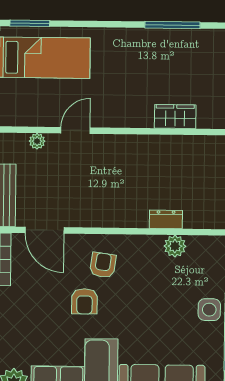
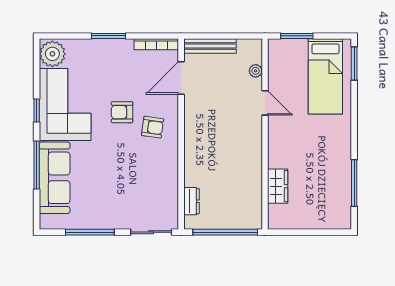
dresser: (166, 219) -> (192, 201), moved
plant: (175, 246) -> (169, 187), removed
side table: (209, 310) -> (116, 217), removed

